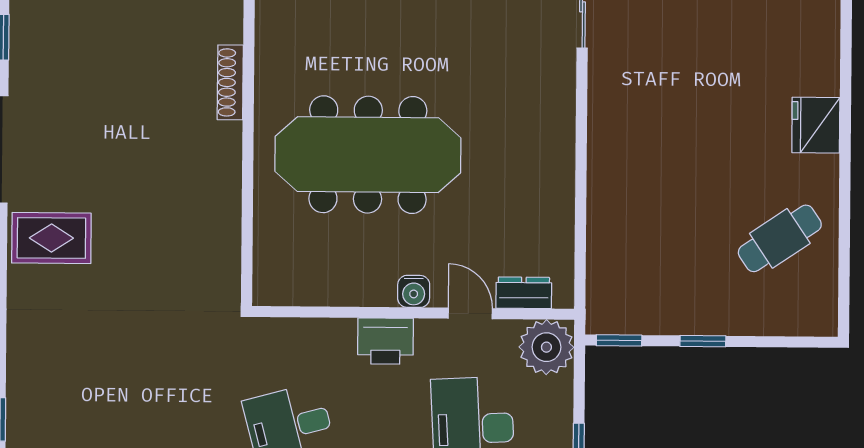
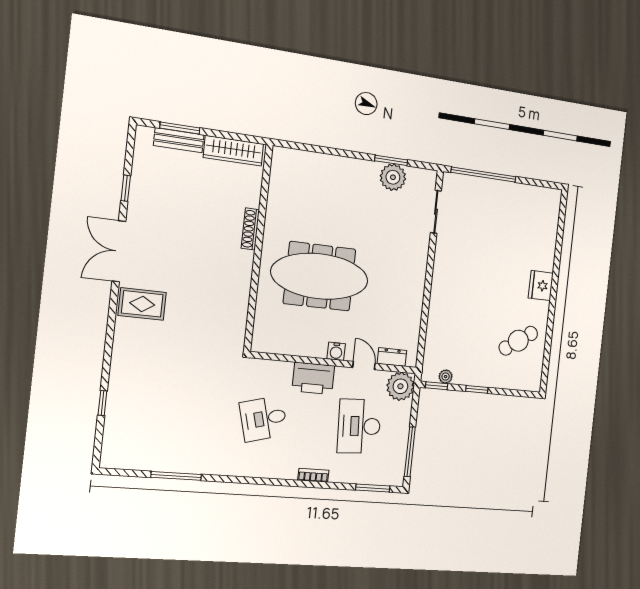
plant: (636, 321) -> (446, 377), added
printer: (385, 341) -> (313, 378), width x1.37, depth x1.19

